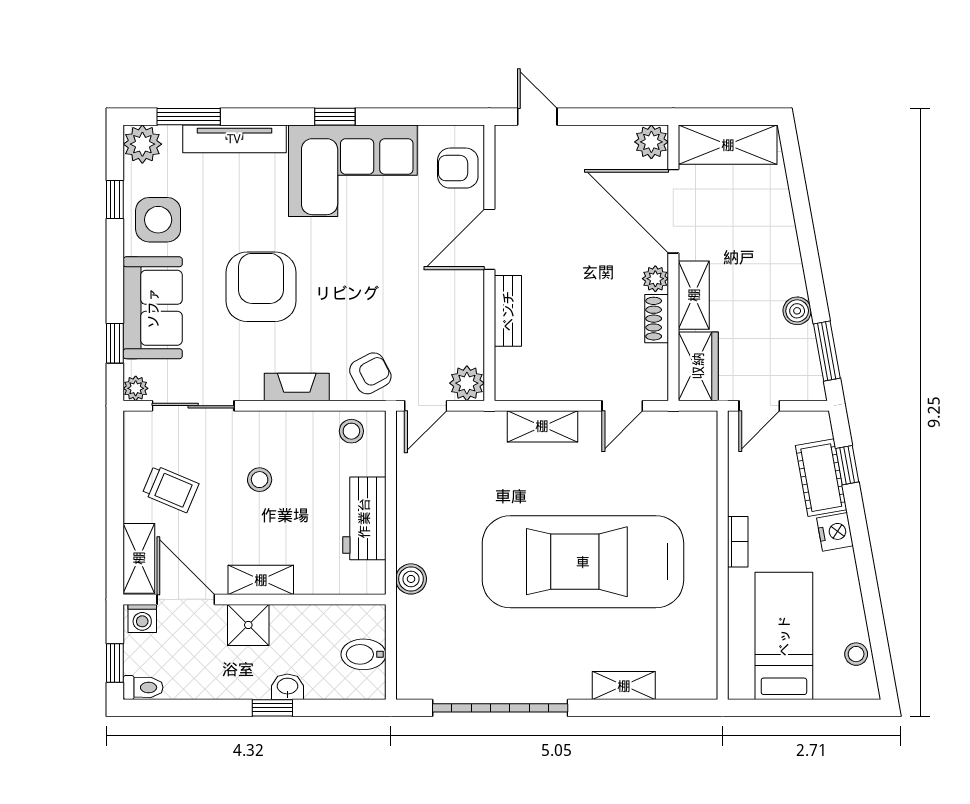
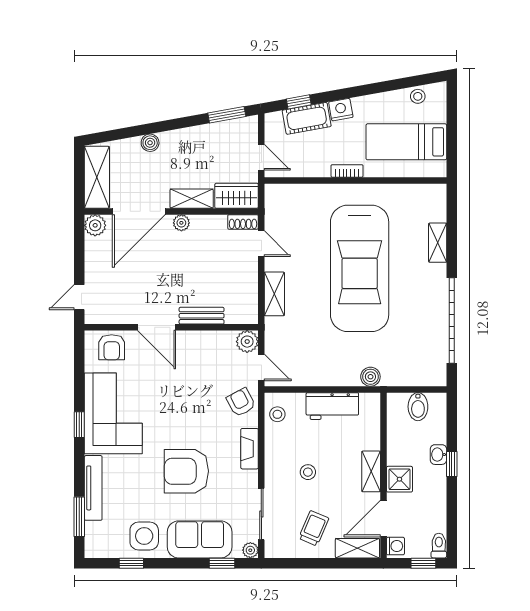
plant: (142, 144) -> (97, 546), removed
boiler: (797, 311) -> (150, 143), moved
shoe rack: (657, 319) -> (243, 222), moved

